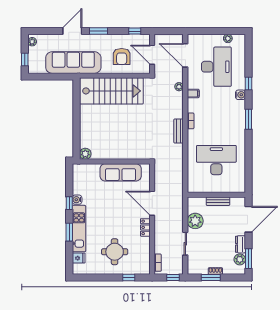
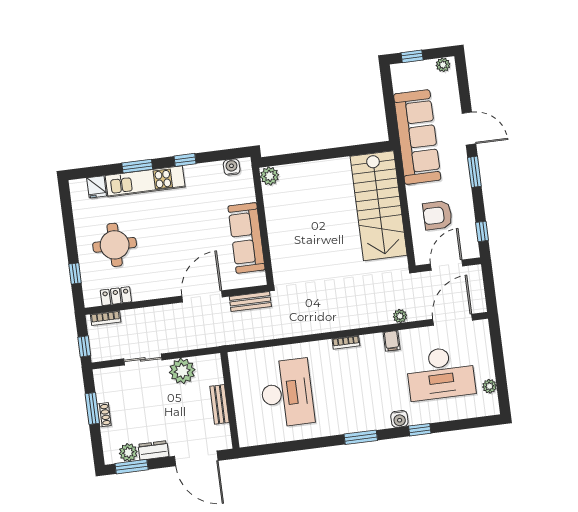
bench: (179, 131) -> (250, 301), moved
water cooler: (77, 200) -> (232, 167), moved
locker: (145, 227) -> (116, 296), moved

